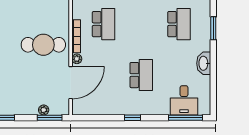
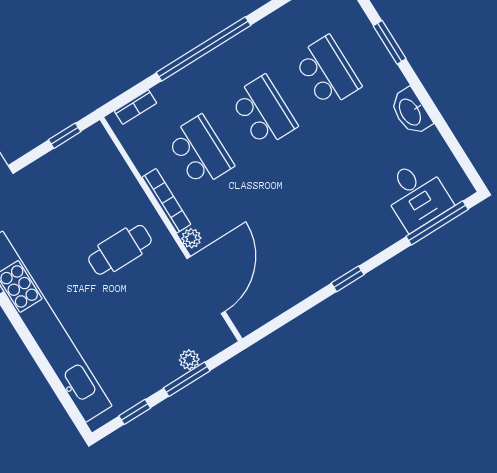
cafe table: (43, 45) -> (120, 250), width x0.73, depth x0.74
school desk: (141, 75) -> (264, 111), moved
window: (50, 118) -> (187, 379), moved

